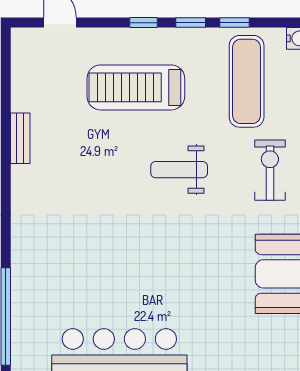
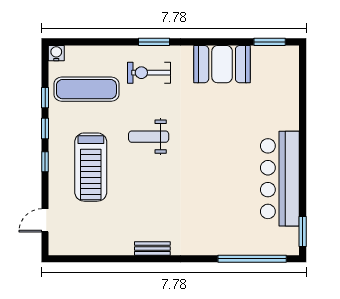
bench: (20, 138) -> (152, 248), moved
weight bench: (179, 170) -> (149, 137), turned 90

